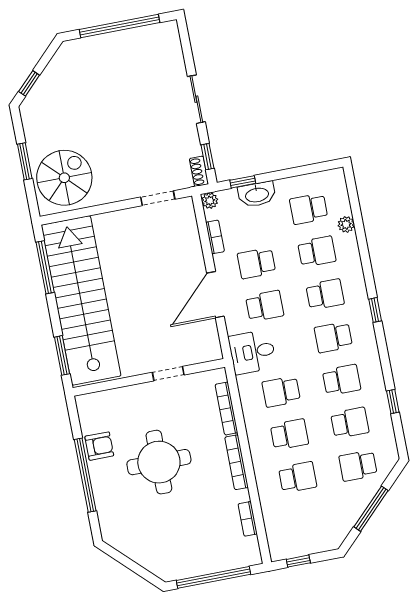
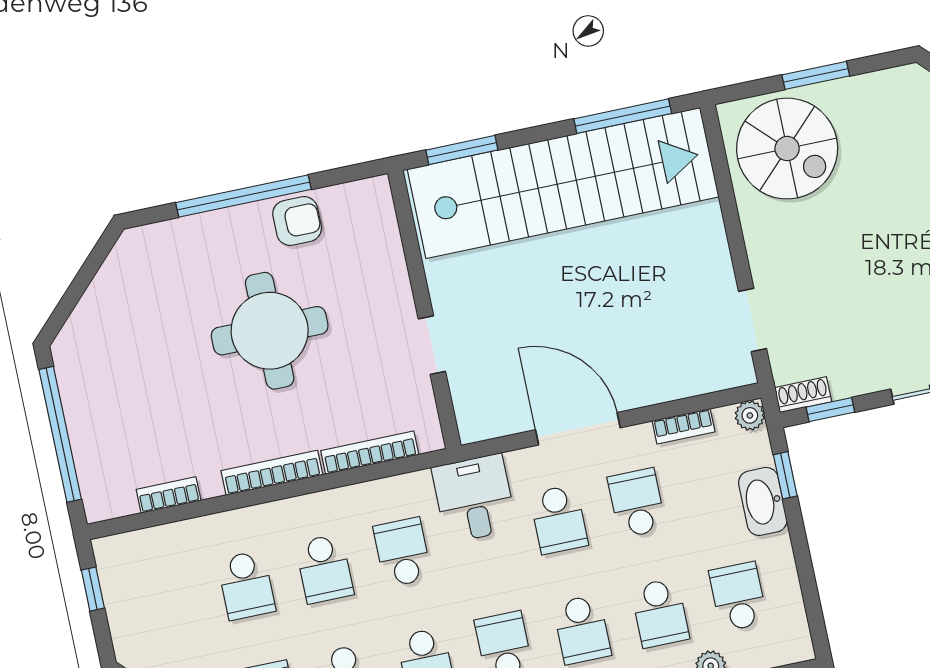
armchair: (99, 446) -> (297, 221), turned -90

